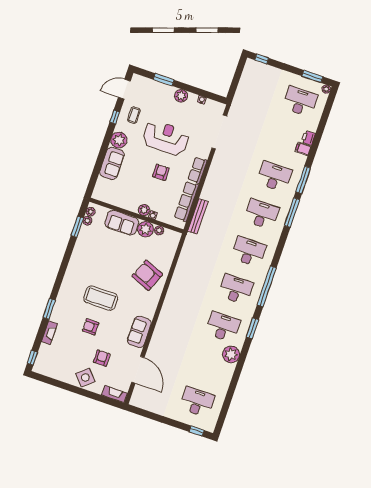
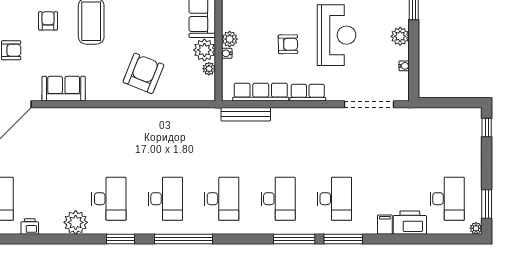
printer: (308, 138) -> (410, 223), width x1.87, depth x1.48
printer: (223, 386) -> (30, 226), added

